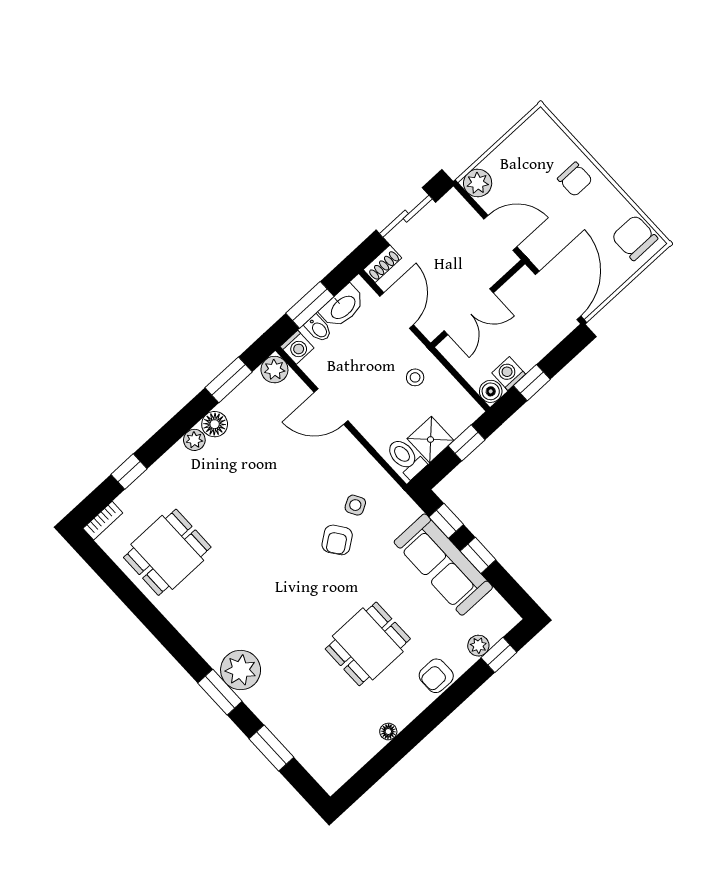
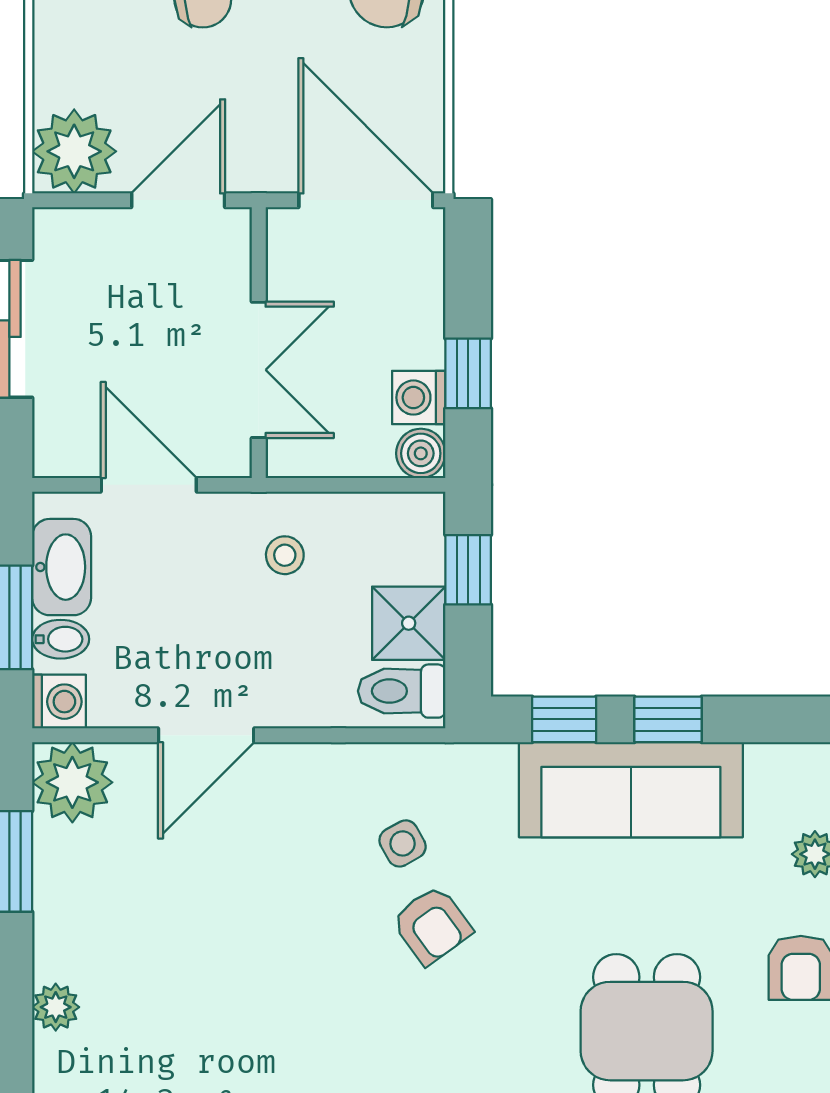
plant: (478, 183) -> (74, 151), width x1.36, depth x1.36
shoe rack: (383, 264) -> (52, 438), removed
plant: (274, 370) -> (72, 782), width x1.36, depth x1.36
floor lamp: (215, 424) -> (60, 951), removed

